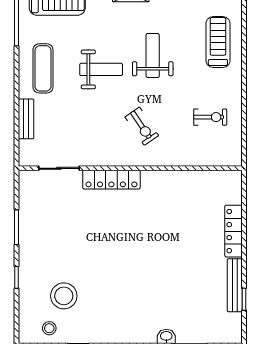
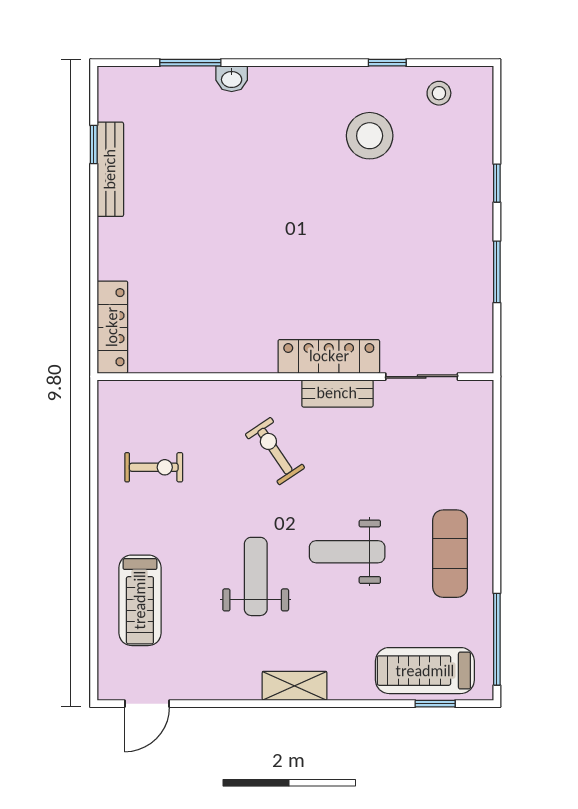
weight bench: (153, 55) -> (256, 576), turned 180
exercise bike: (210, 117) -> (154, 467), turned 180
bench: (26, 119) -> (337, 393), moved, turned 90
locker: (234, 231) -> (112, 327), moved
stool: (64, 296) -> (370, 136), moved

